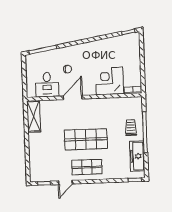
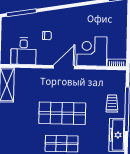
door: (73, 97) -> (64, 67), moved

